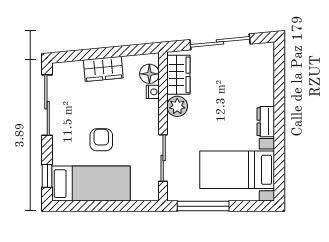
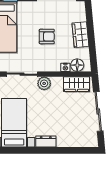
plant: (177, 106) -> (44, 83), moved
armchair: (101, 140) -> (47, 36), moved

